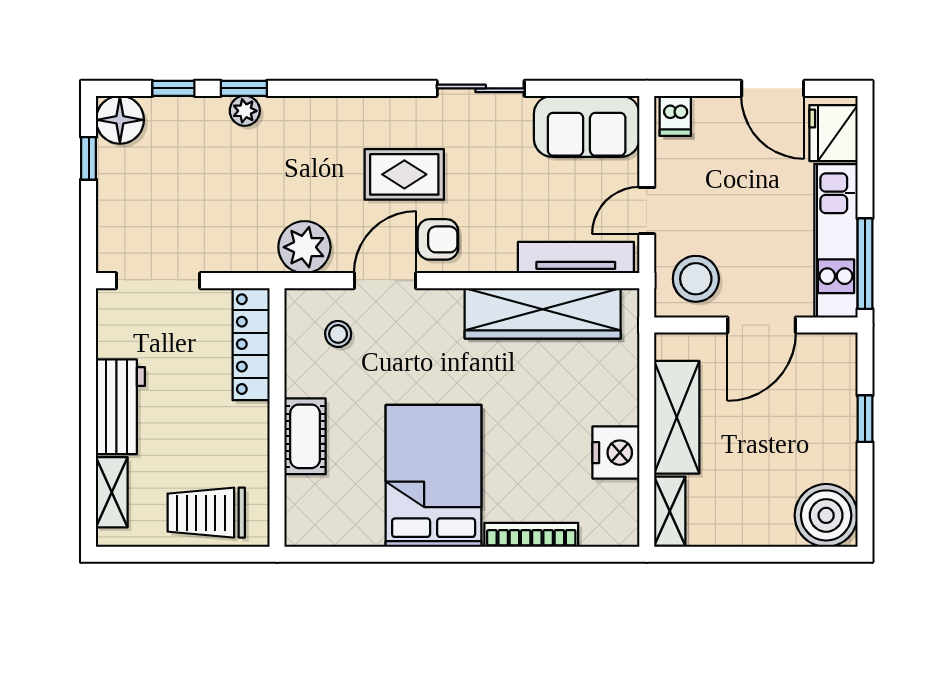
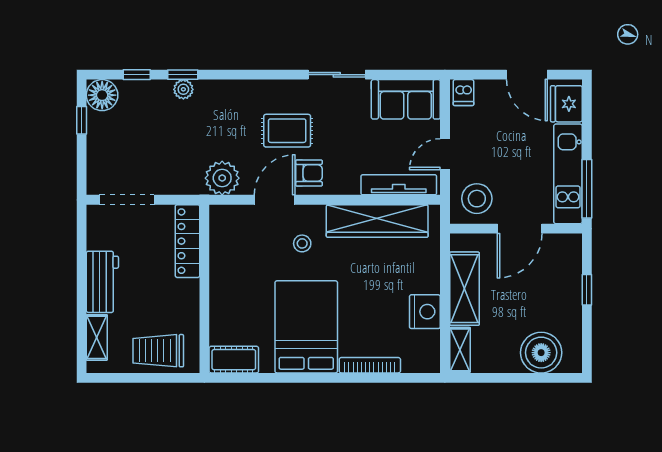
stool: (338, 334) -> (302, 243), moved
cot: (305, 436) -> (234, 360), moved, turned 90
boiler: (826, 515) -> (541, 353), moved

